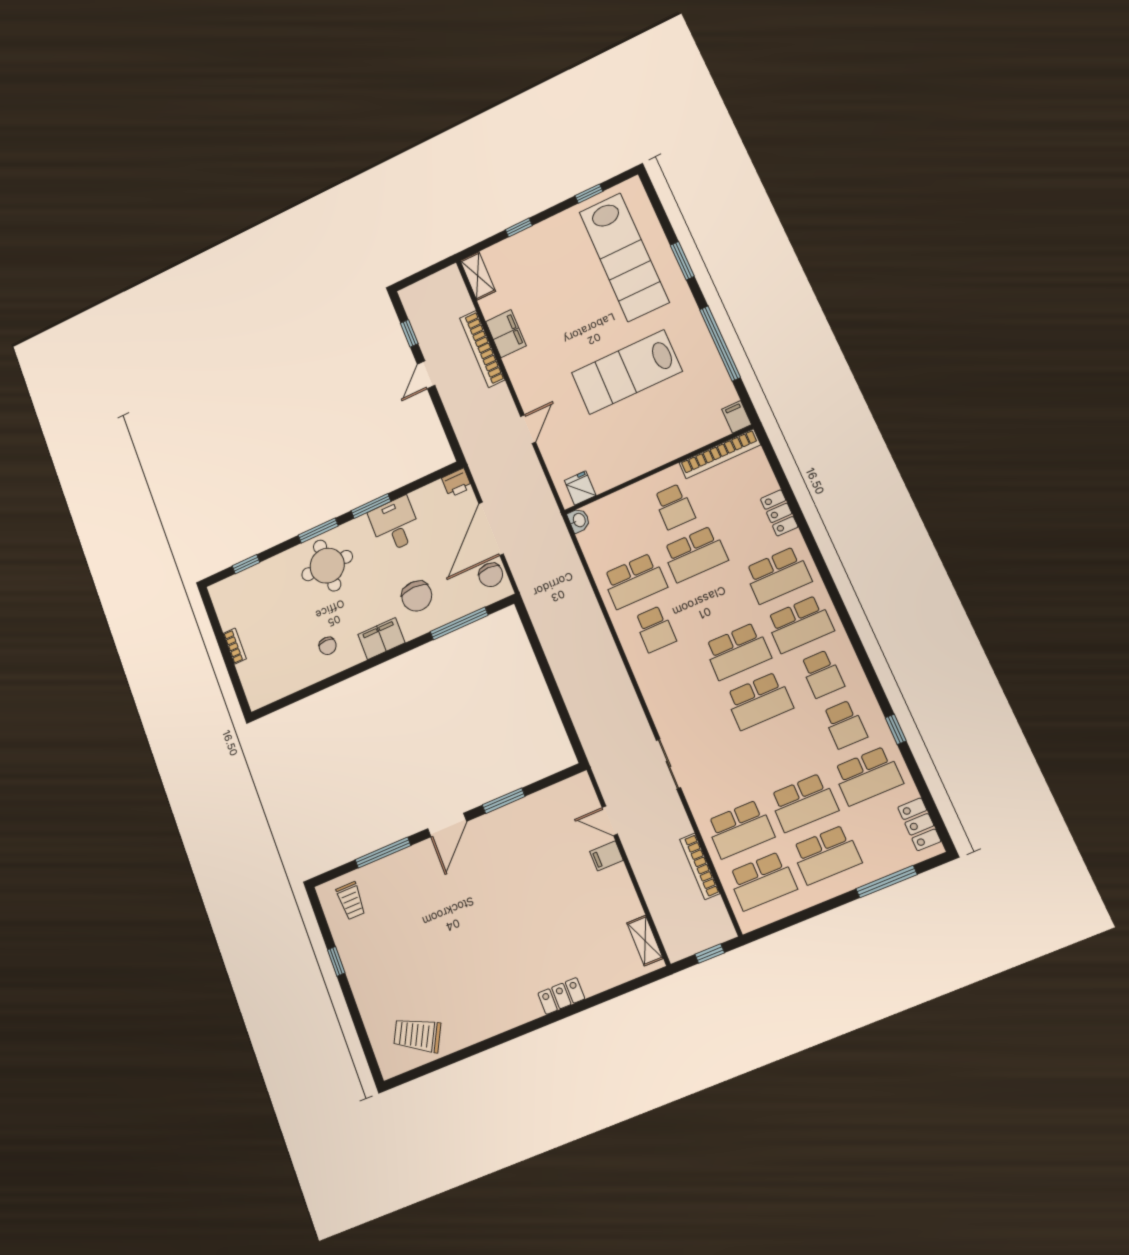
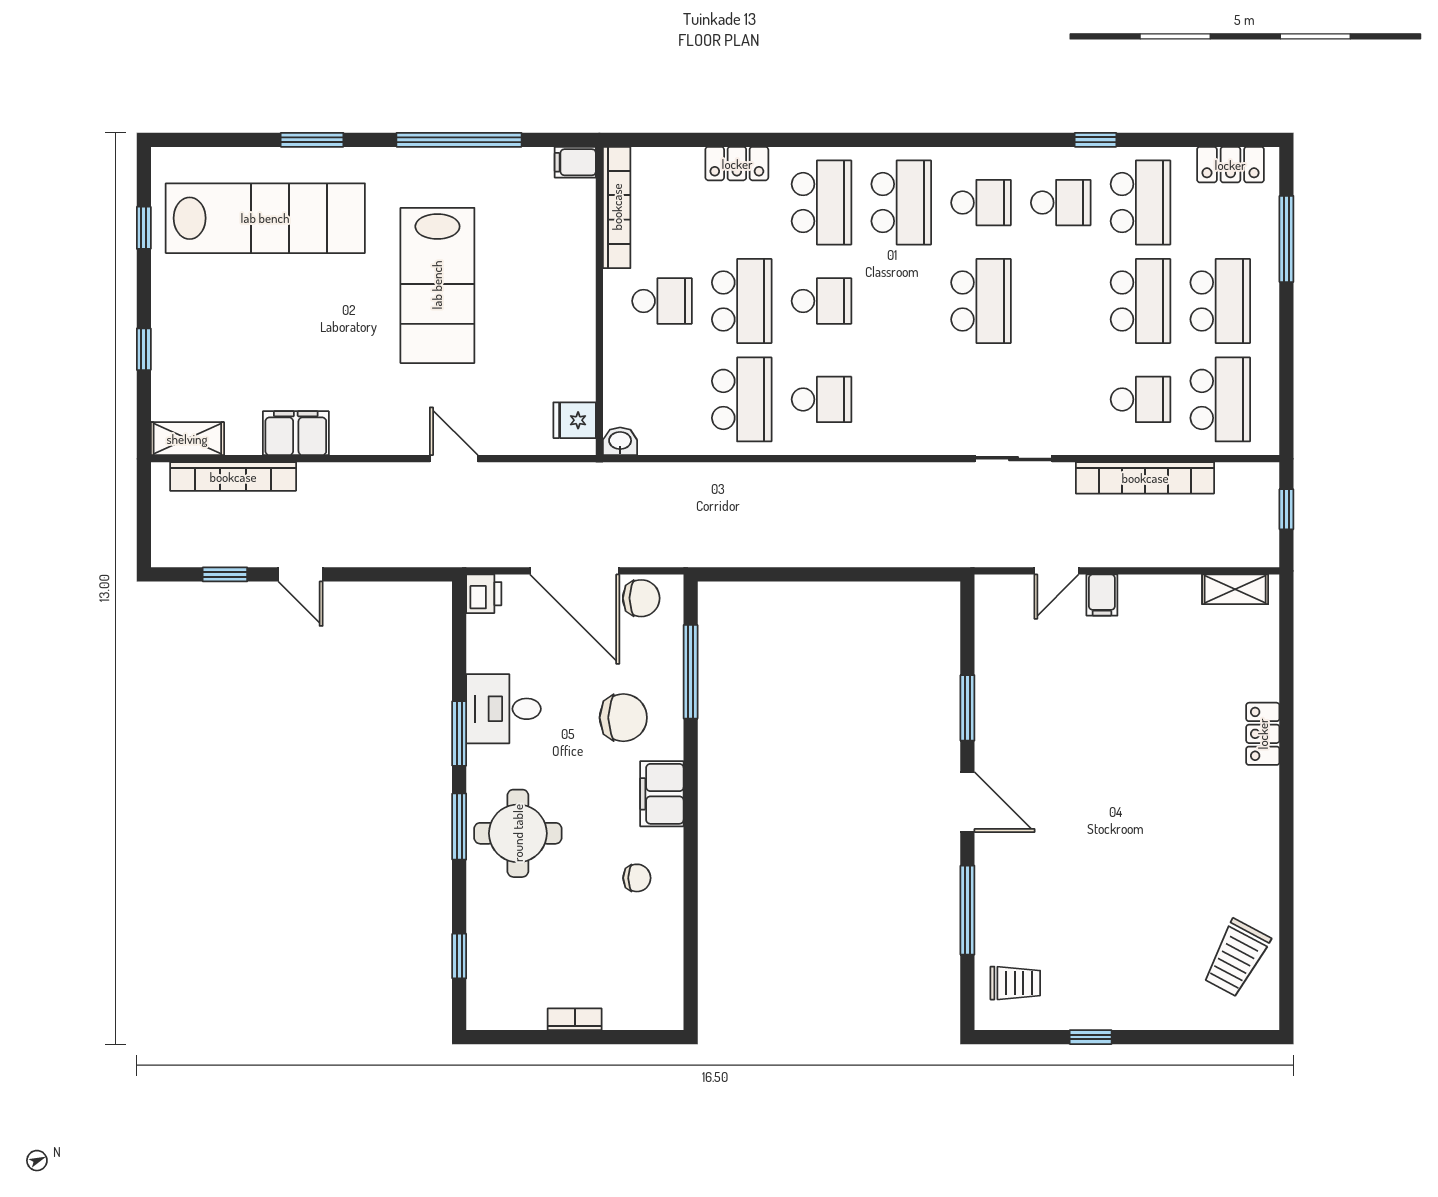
bookcase: (482, 349) -> (233, 477), moved
school desk: (737, 651) -> (822, 301), moved, width x0.54
school desk: (740, 829) -> (1141, 399), width x0.54
bookcase: (700, 866) -> (1145, 478), width x1.48, depth x1.31

